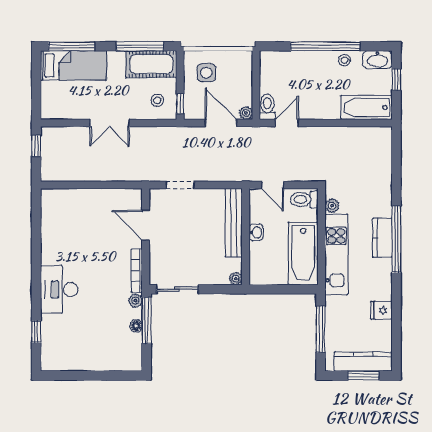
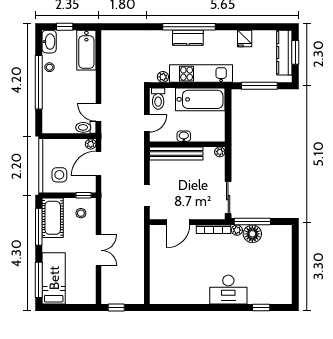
floor lamp: (136, 326) -> (252, 234), width x1.89, depth x1.89

